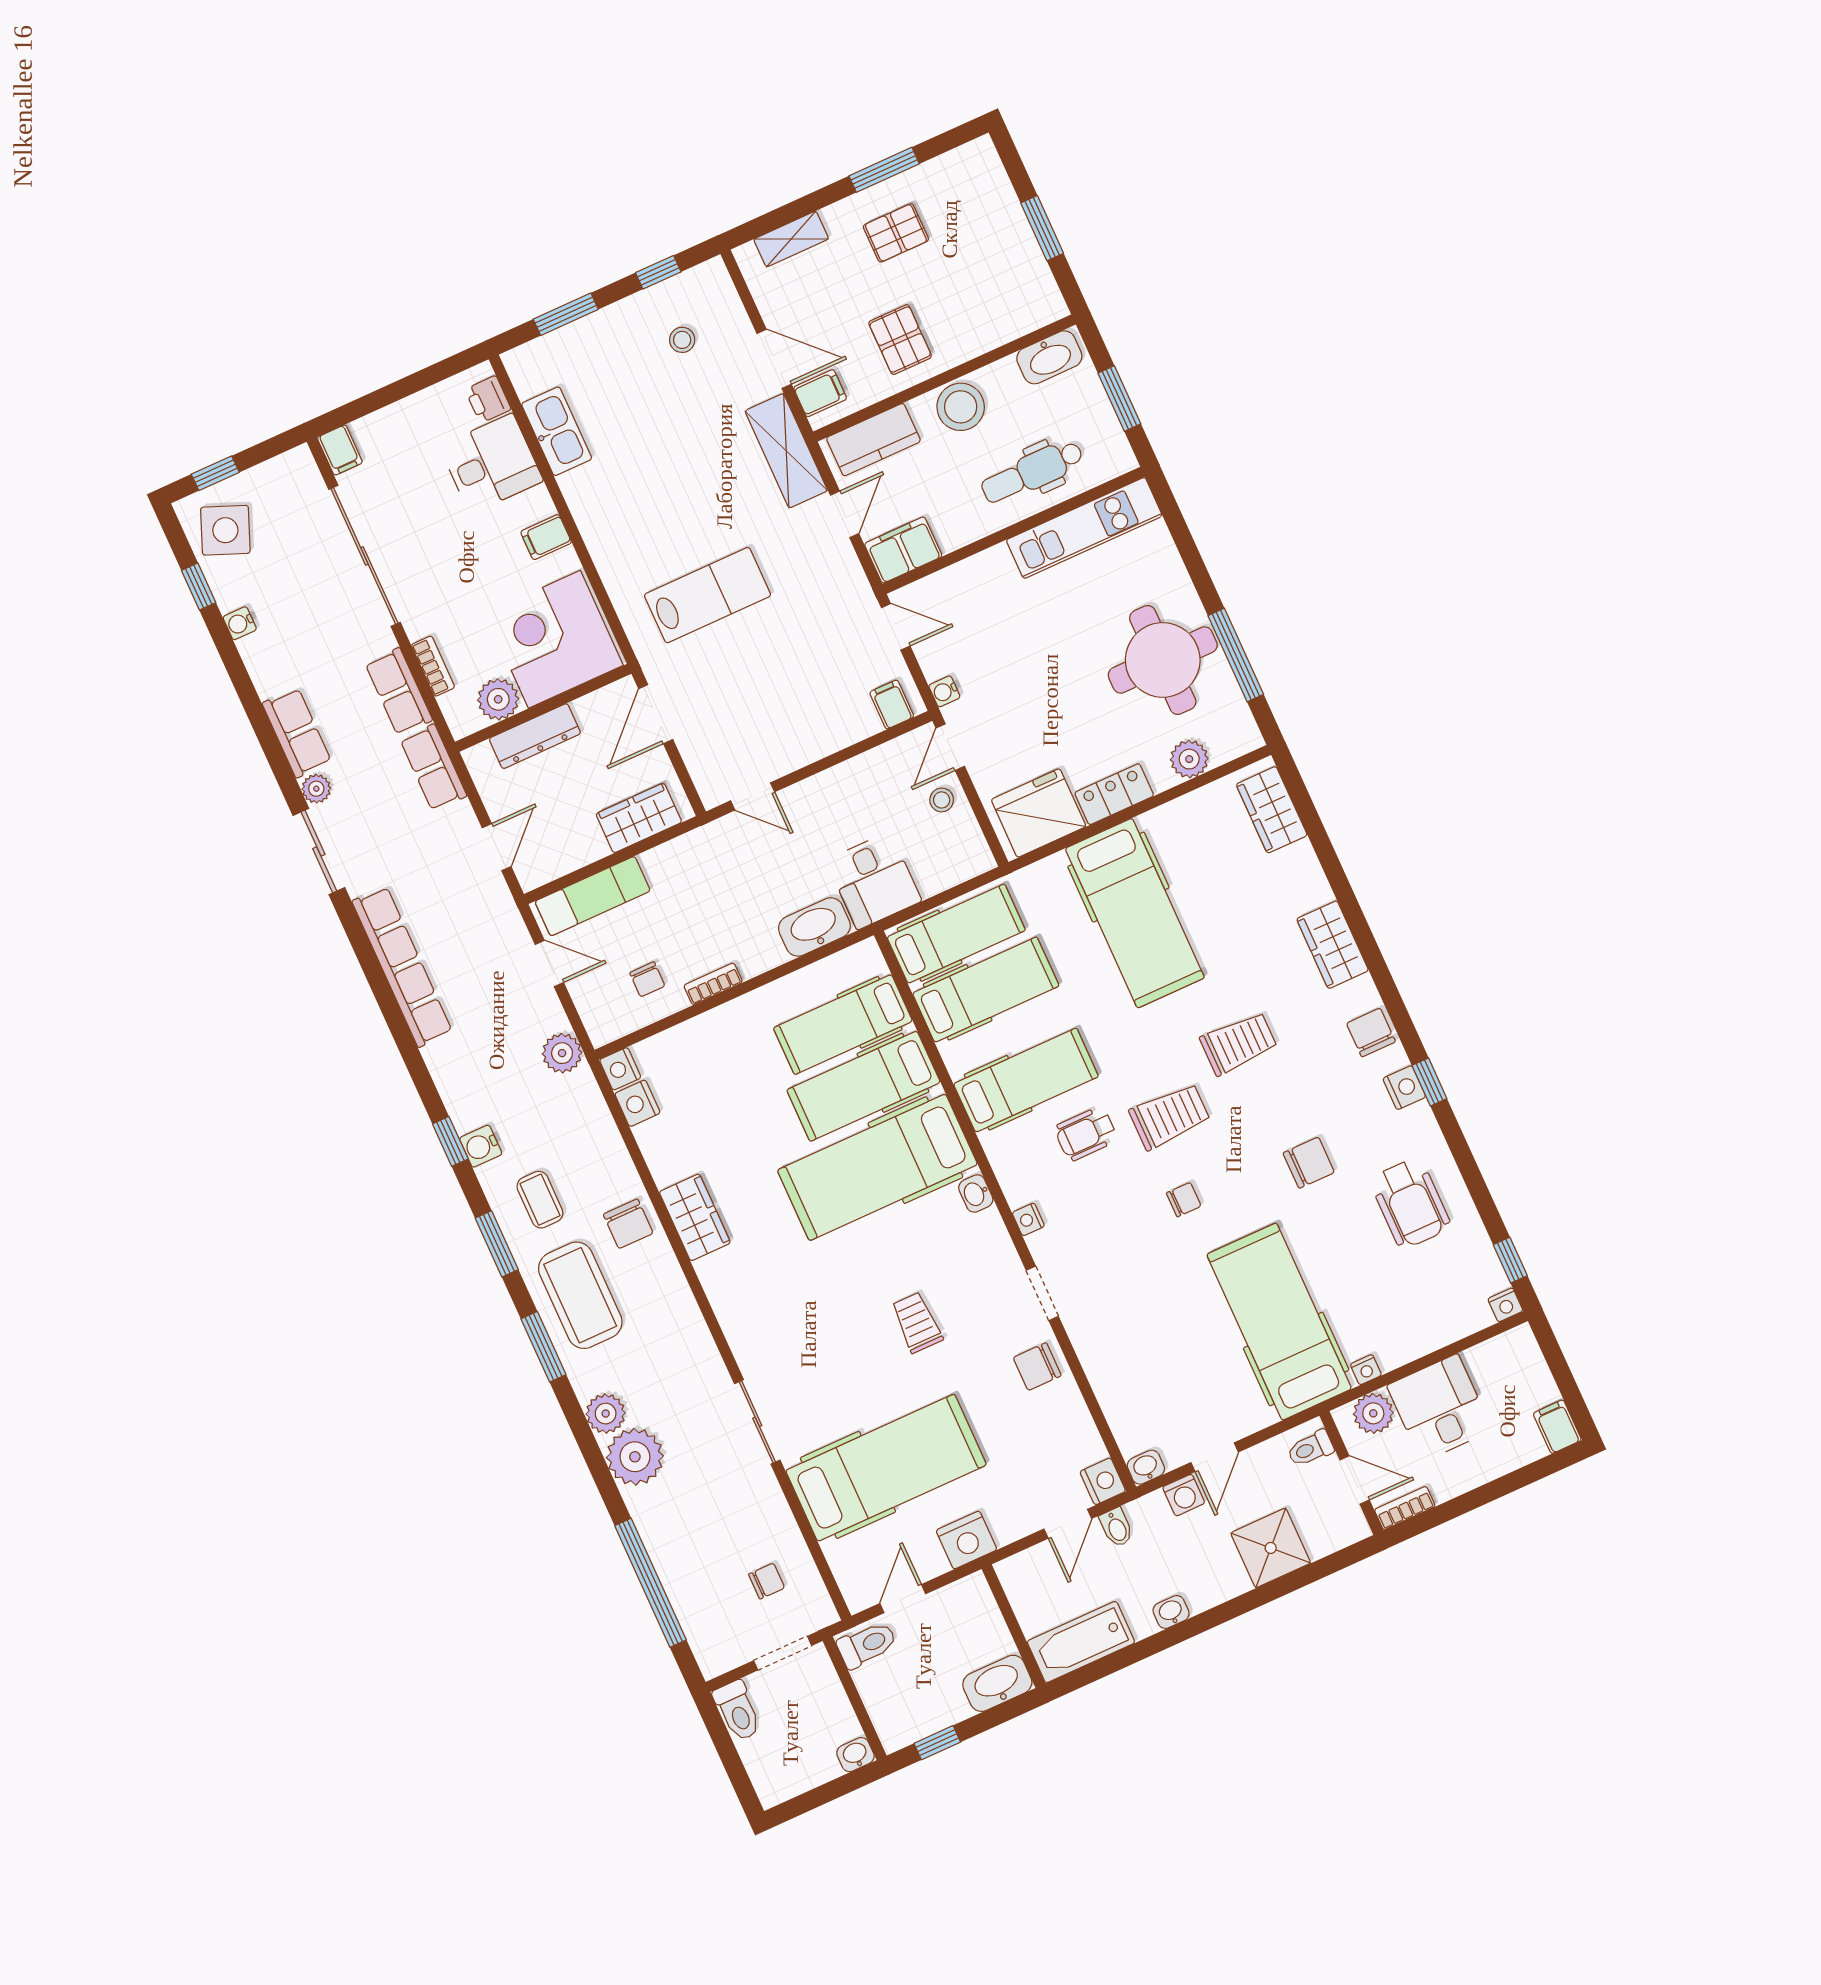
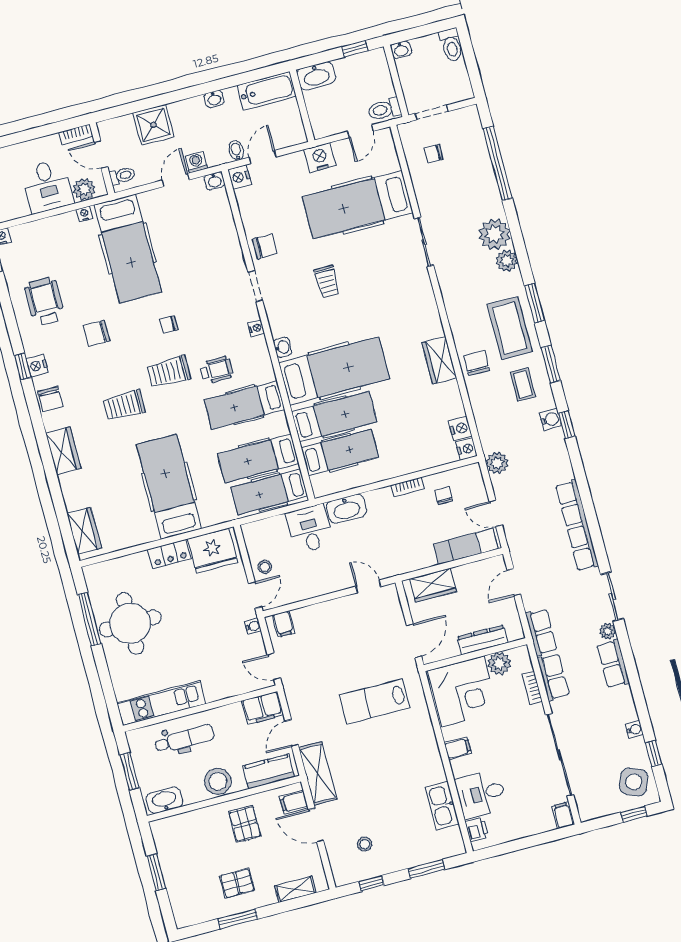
plant: (1189, 759) -> (125, 566), removed
toilet: (738, 1711) -> (451, 45), moved, turned 180

